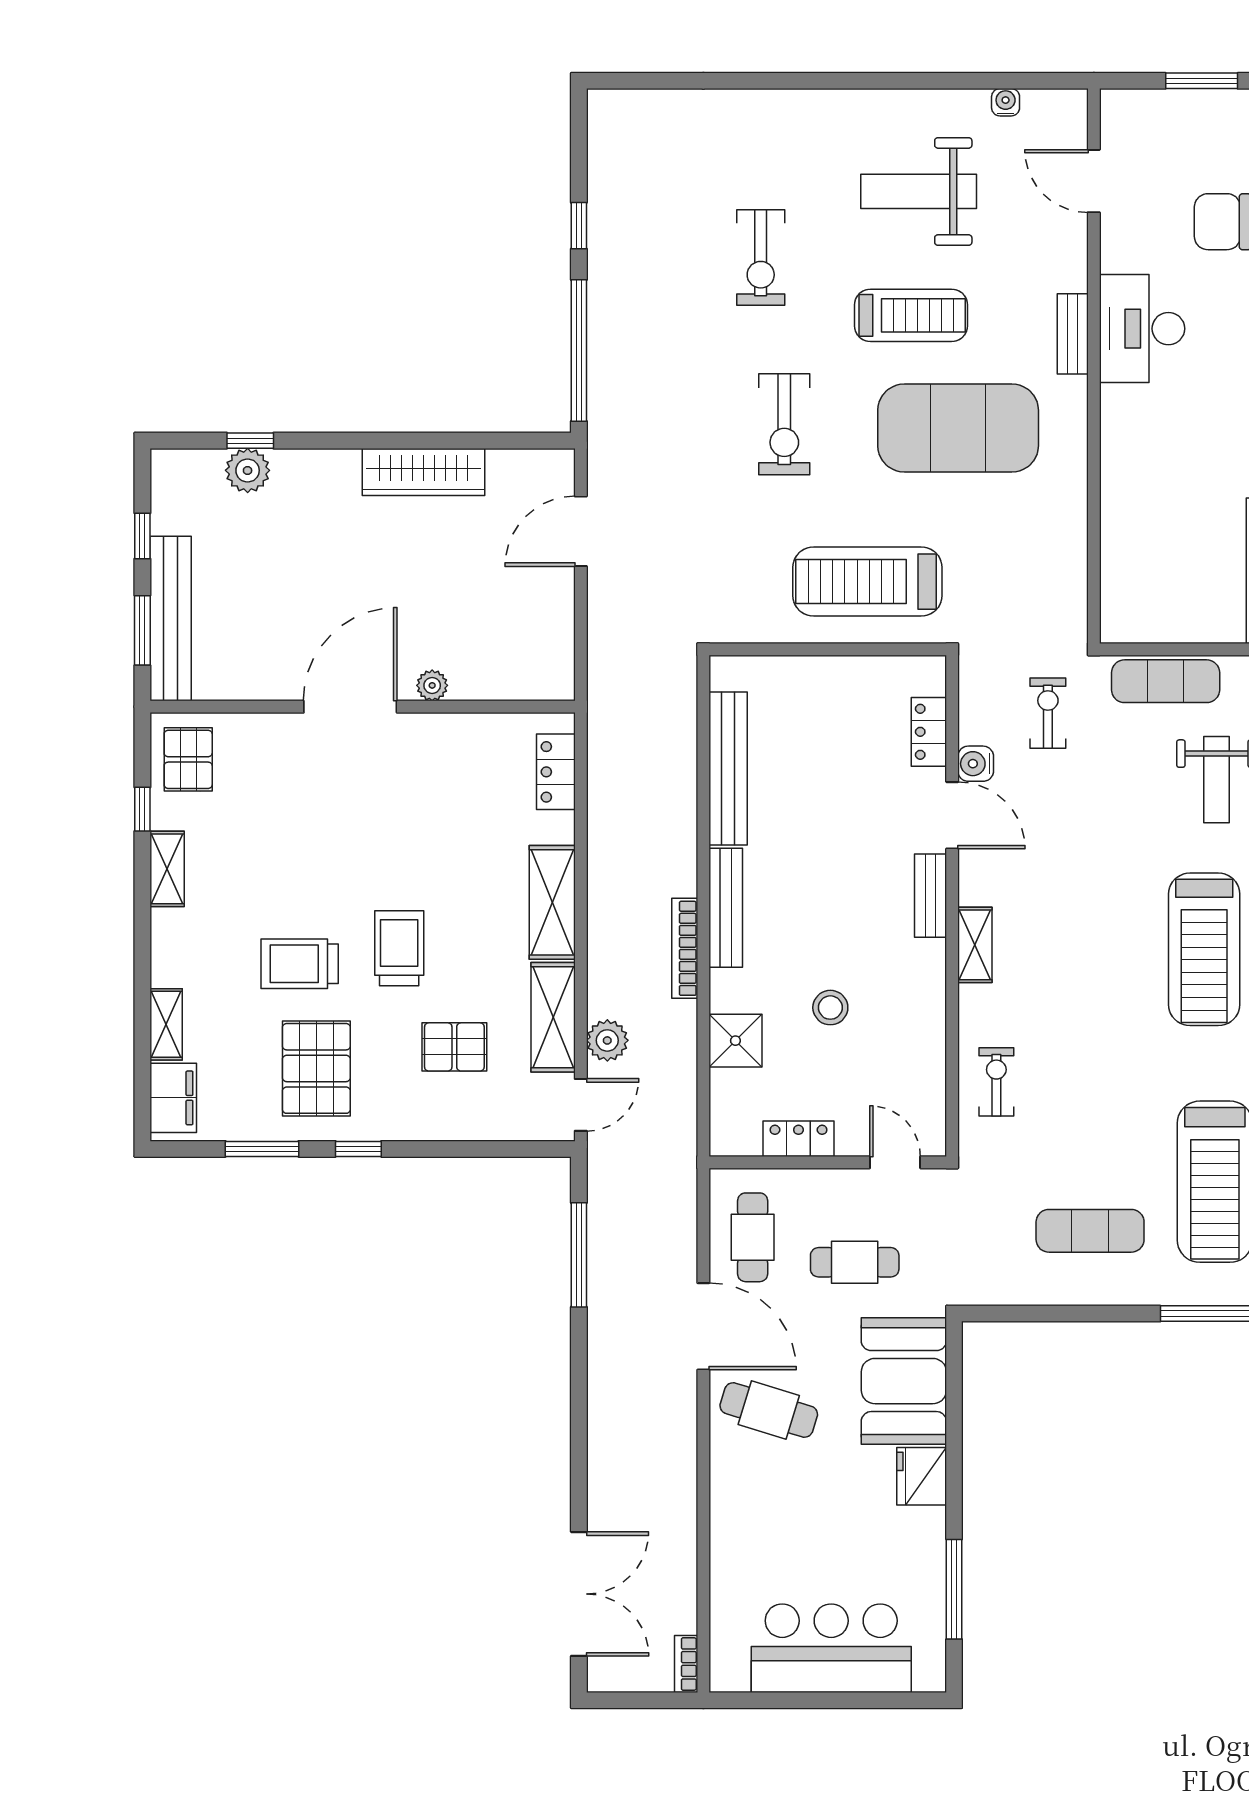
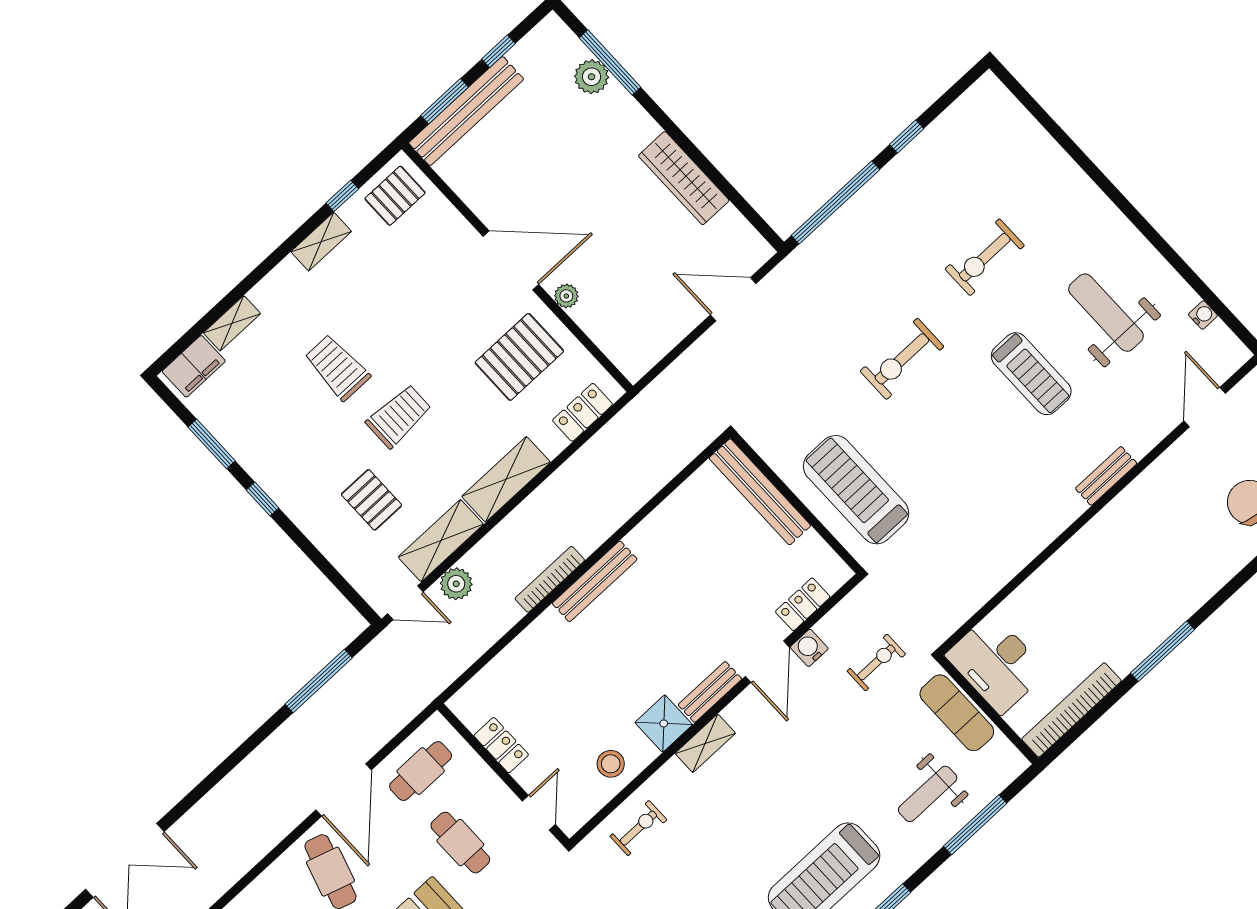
desk: (1142, 329) -> (996, 664), moved, turned -90
exercise mat: (958, 428) -> (992, 460), removed
window: (250, 441) -> (610, 62), width x2.17
bench: (728, 768) -> (760, 492), moved, turned 90
stool: (830, 1008) -> (611, 764), moved
shower: (735, 1041) -> (664, 724), moved
pallet: (316, 1068) -> (519, 357), moved

